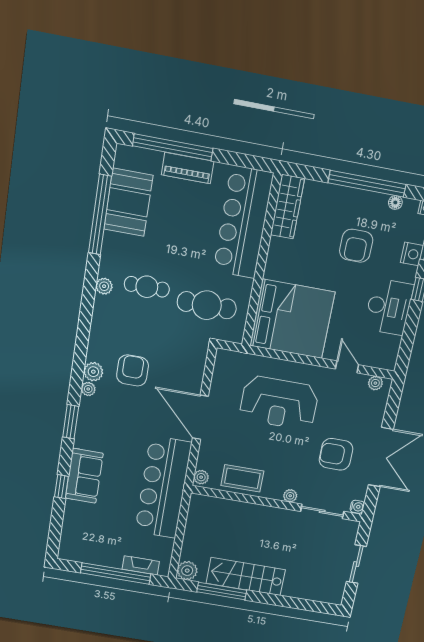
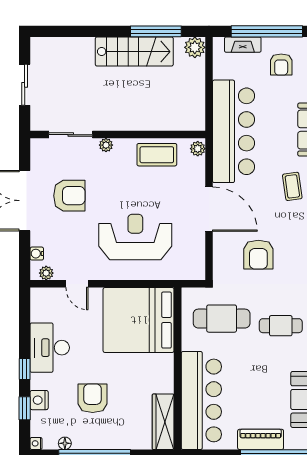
armchair: (133, 370) -> (258, 255), moved
coffee table: (113, 425) -> (292, 186), added
water cooler: (357, 507) -> (37, 254), moved
armchair: (107, 541) -> (281, 64), added

